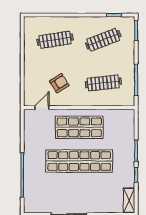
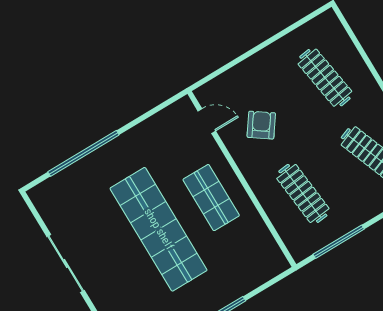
armchair: (59, 83) -> (261, 125), turned -113
shop shelf: (79, 127) -> (211, 198), width x0.70, depth x0.74

